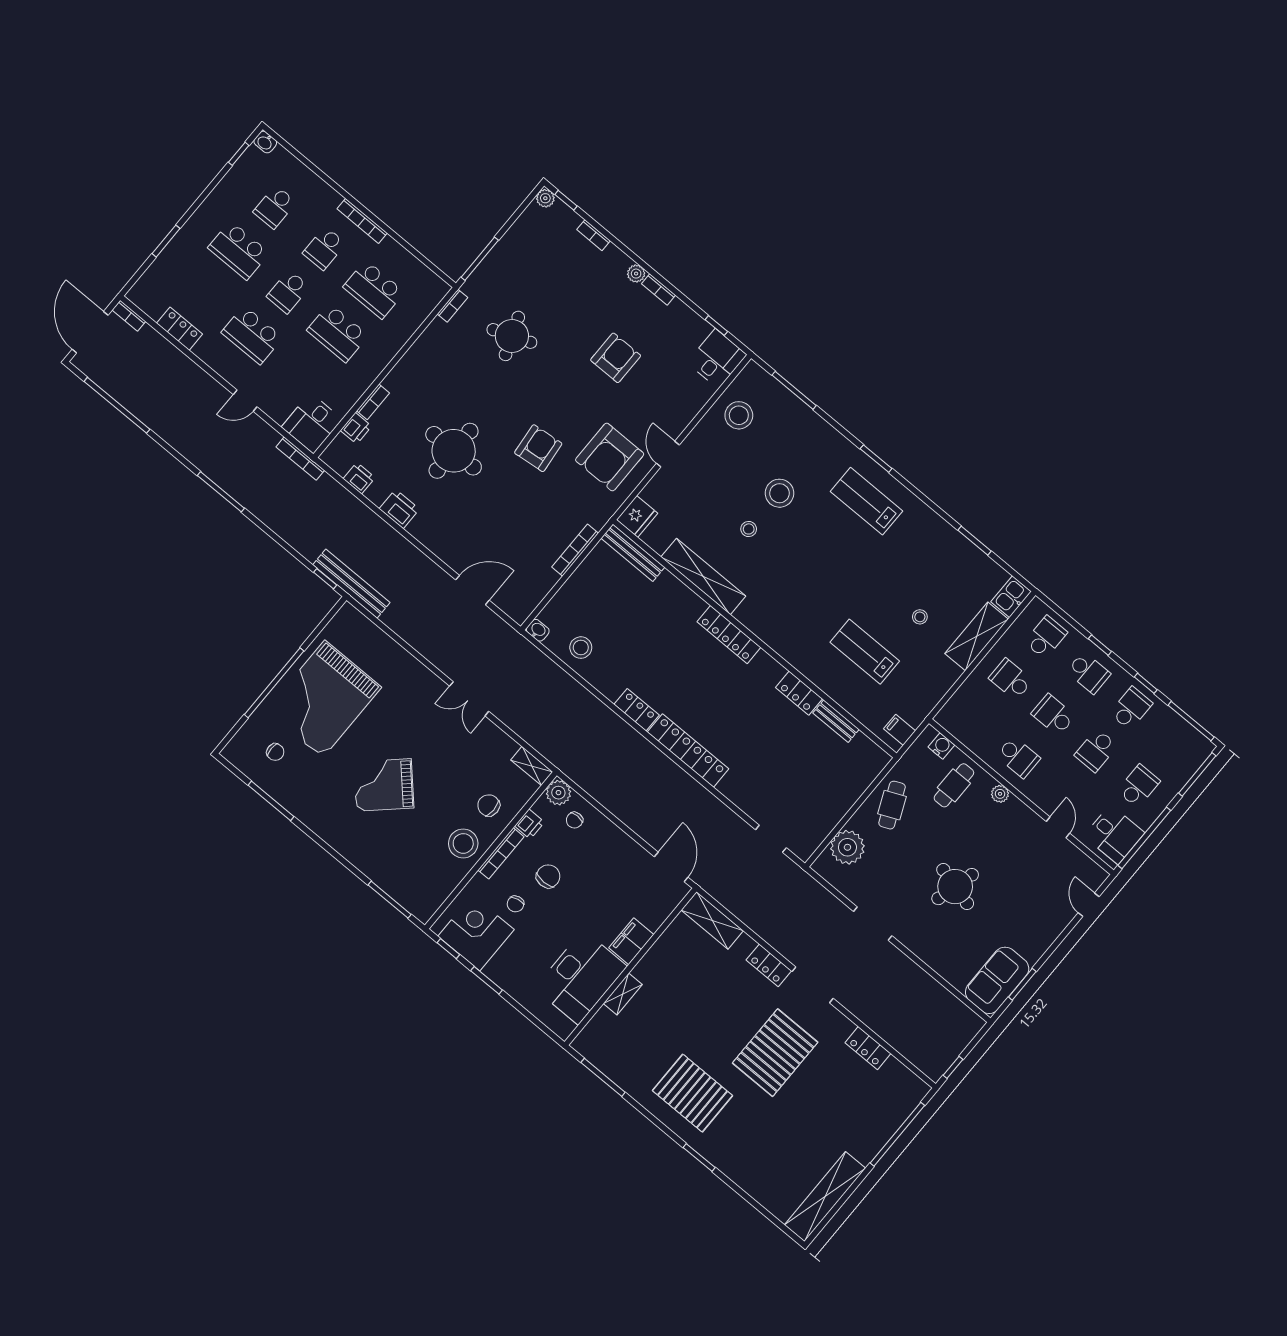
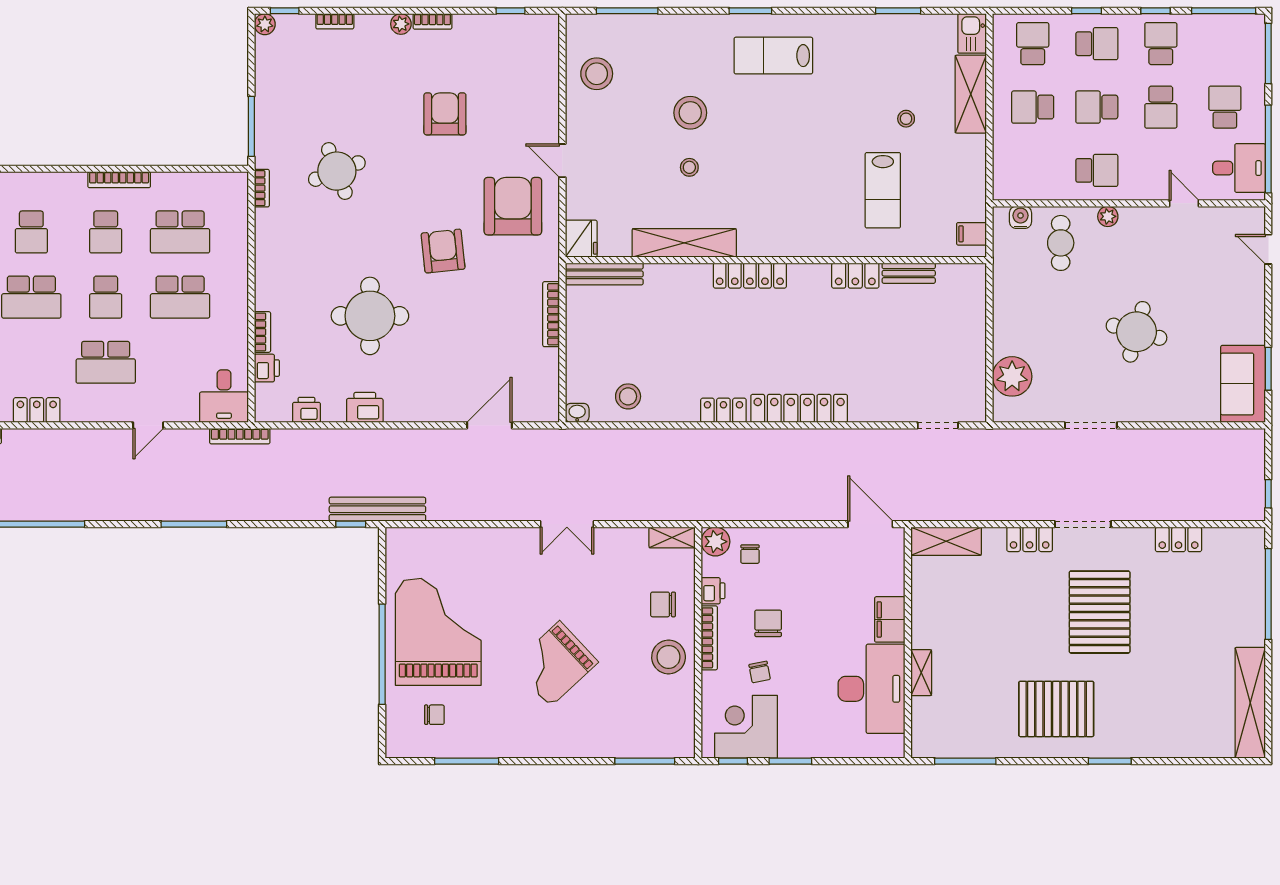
desk: (717, 359) -> (535, 40), removed
armchair: (610, 457) -> (513, 206), turned 180
lab bench: (865, 652) -> (883, 190), turned -90
grand piano: (324, 699) -> (438, 632), turned 180
cafe table: (892, 805) -> (1020, 306), removed

